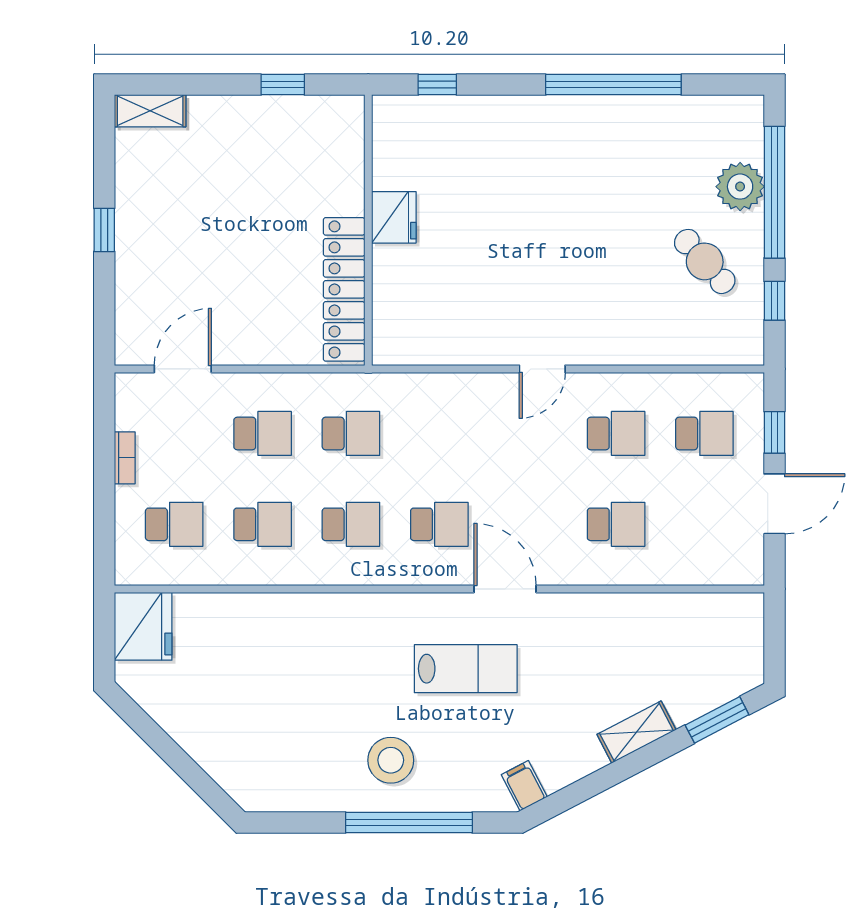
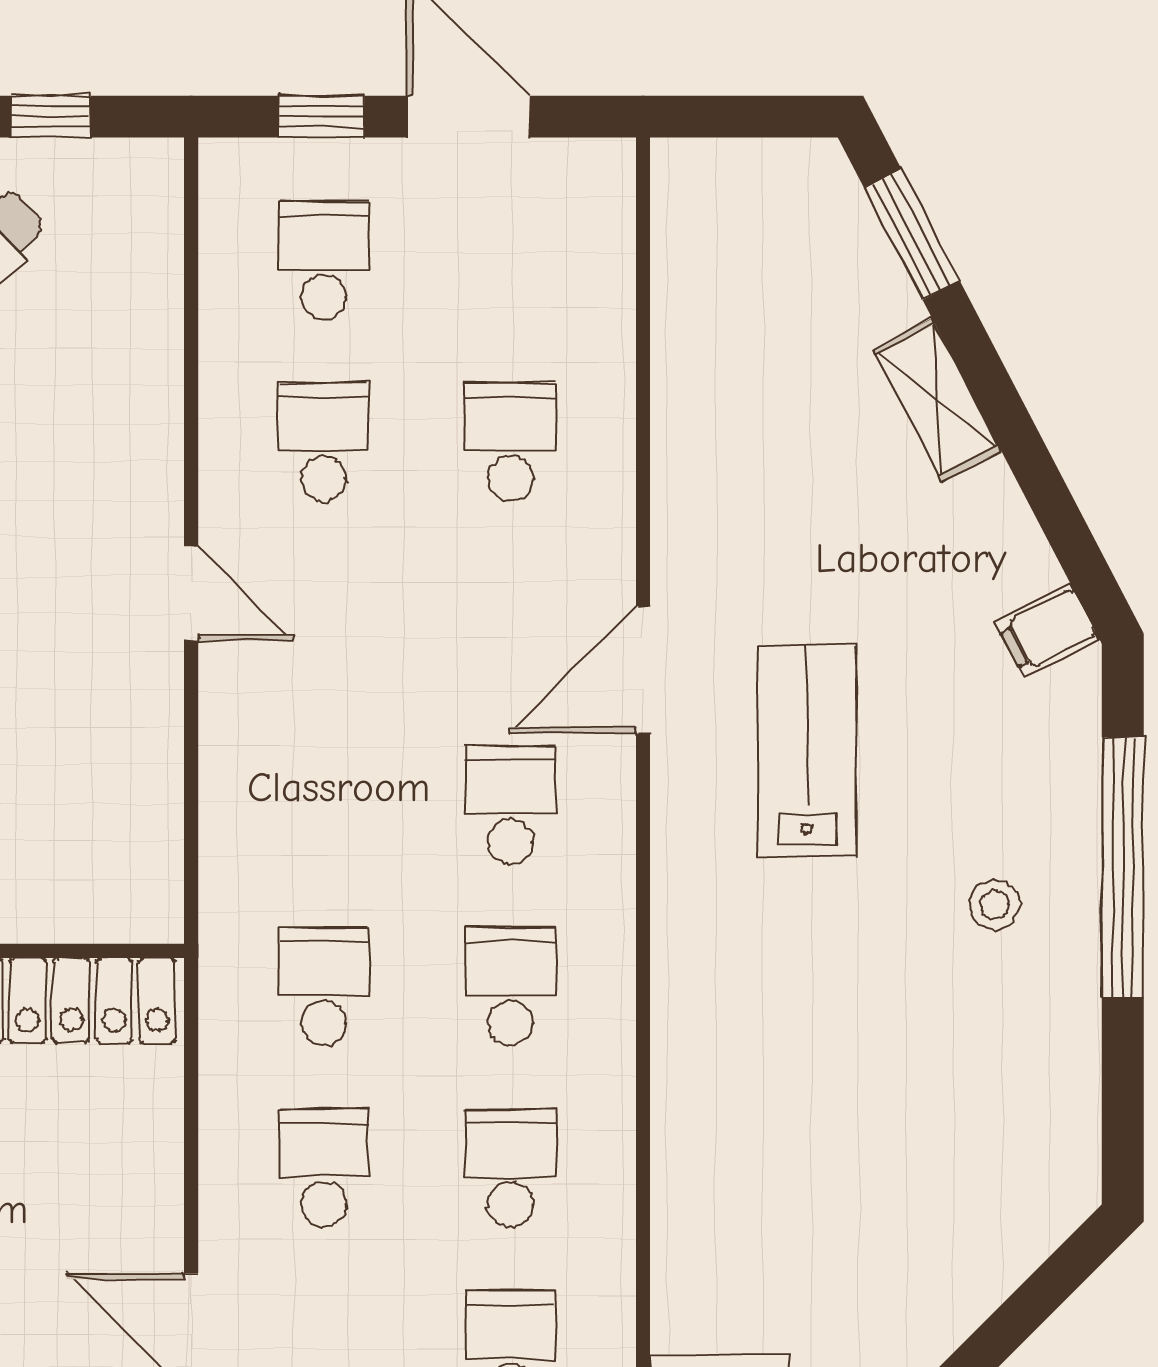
stool: (391, 760) -> (995, 905), width x0.53, depth x0.53

